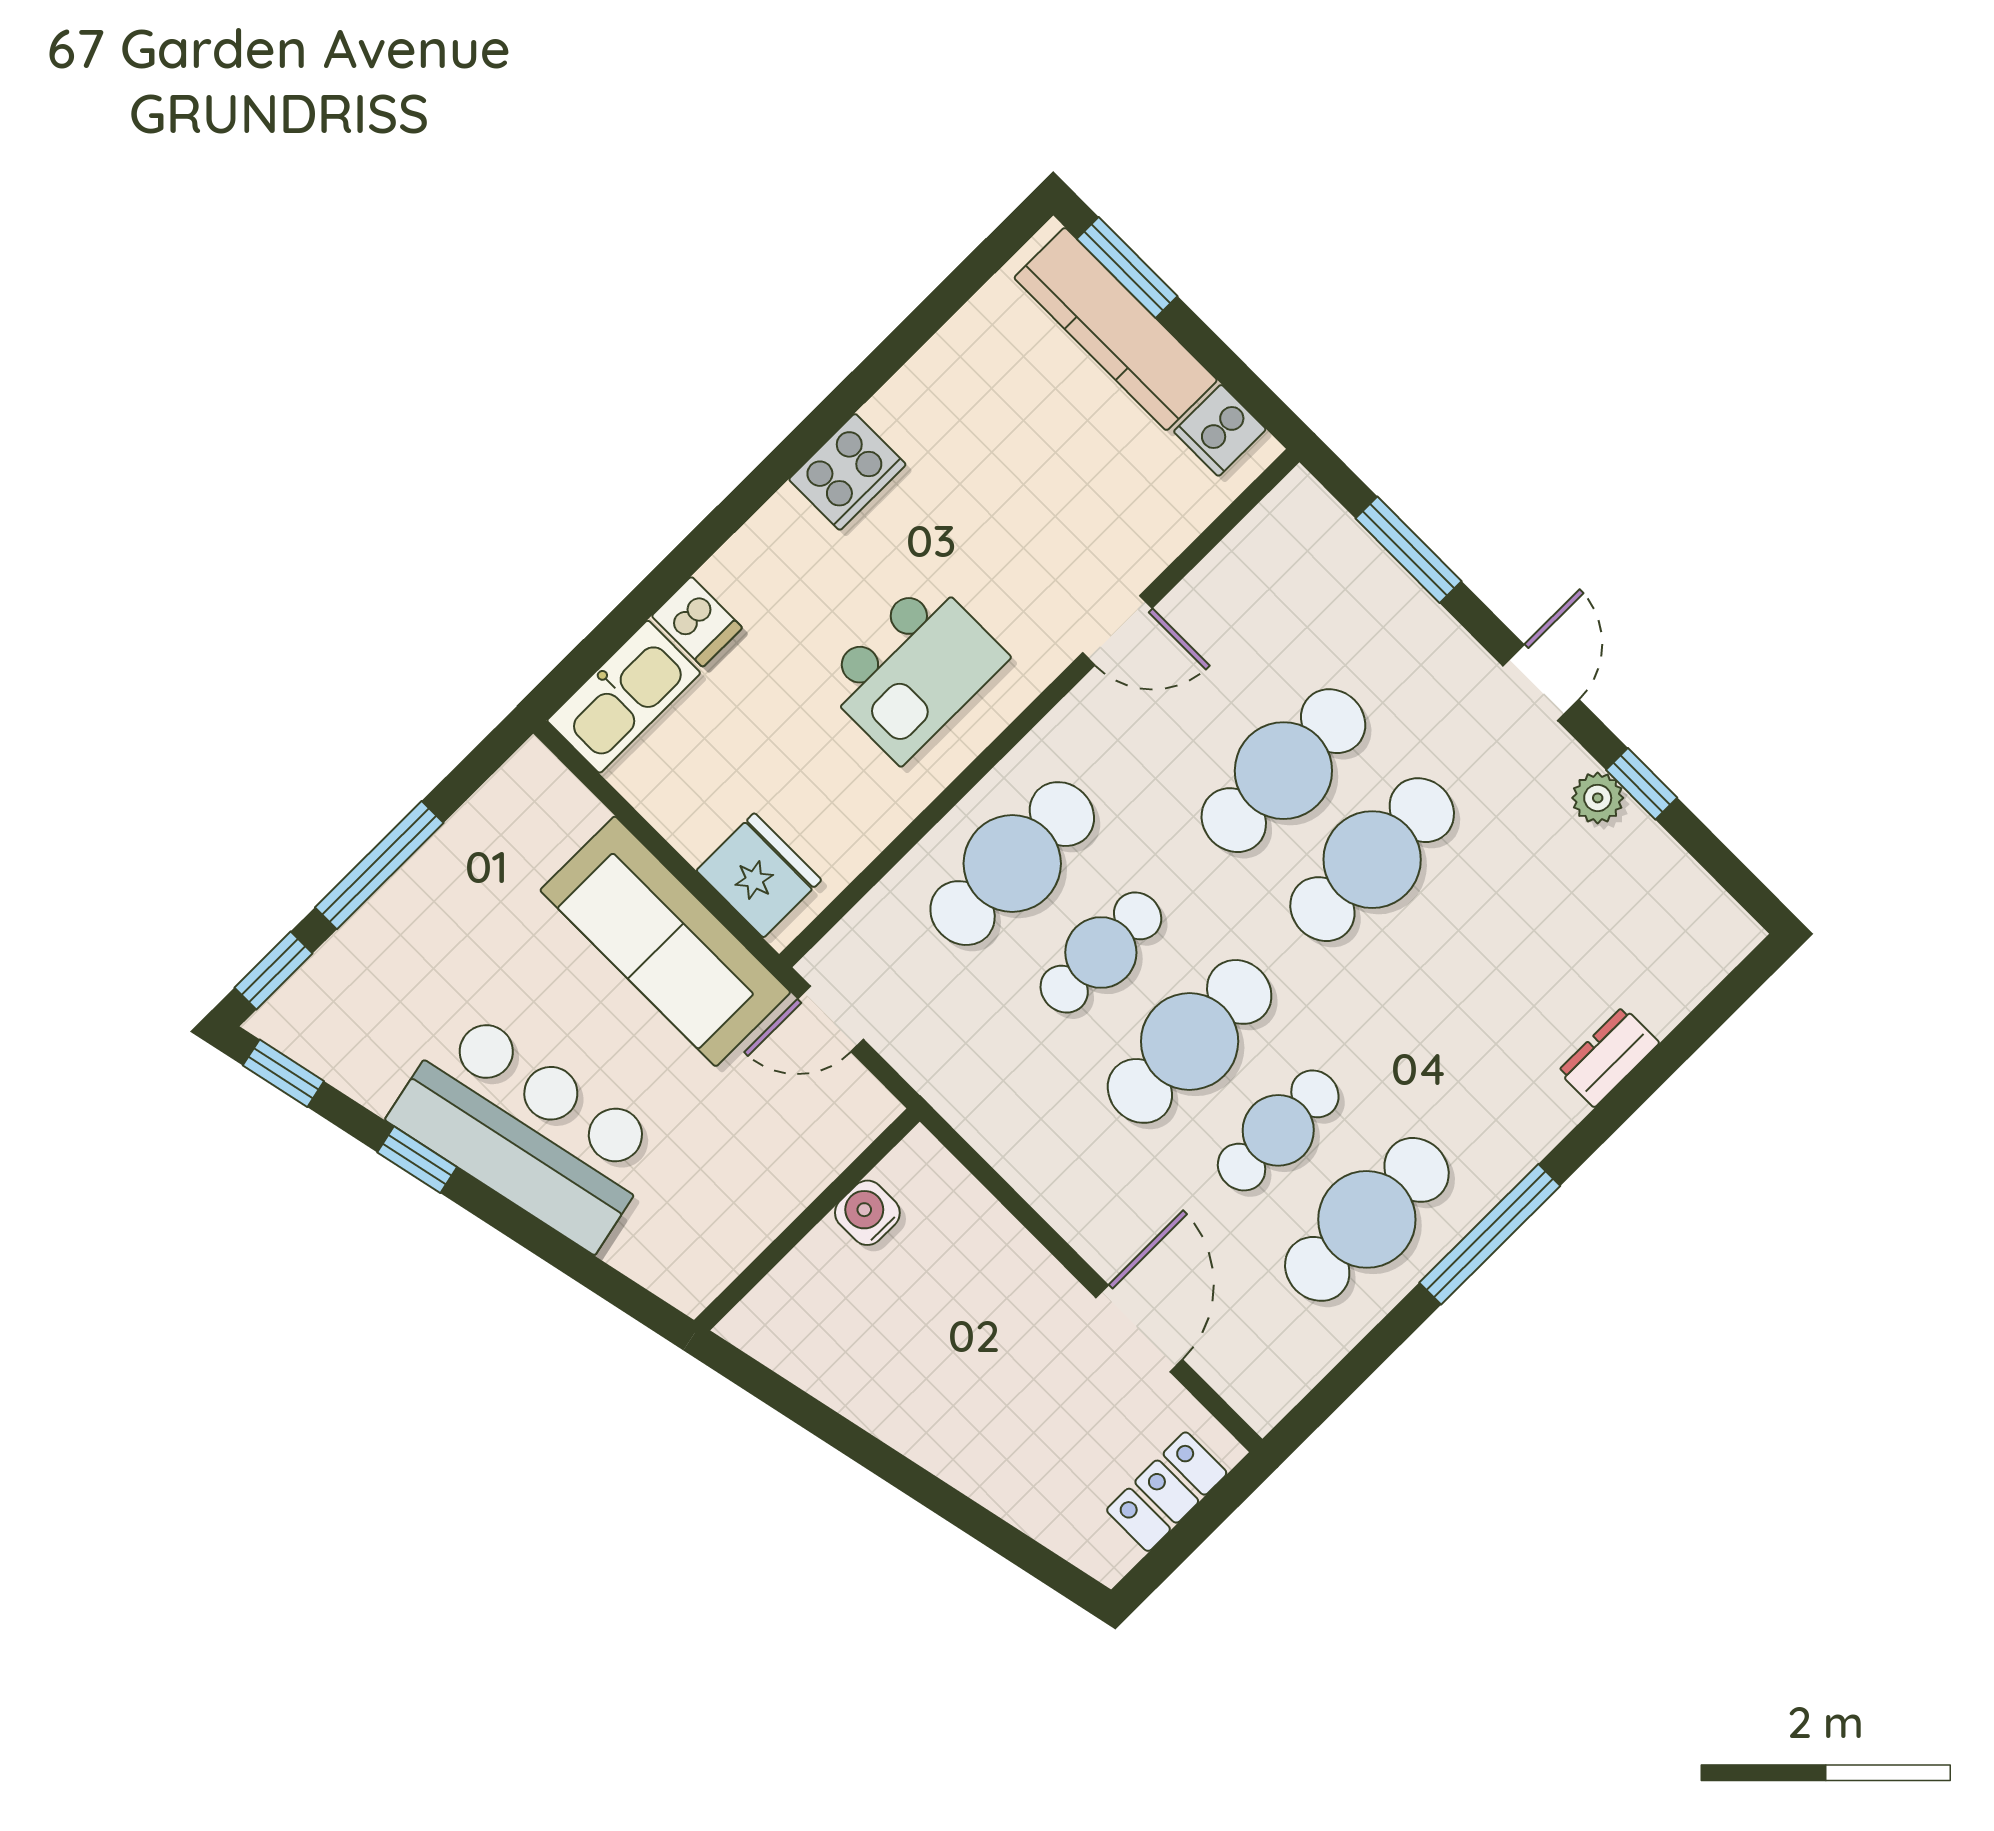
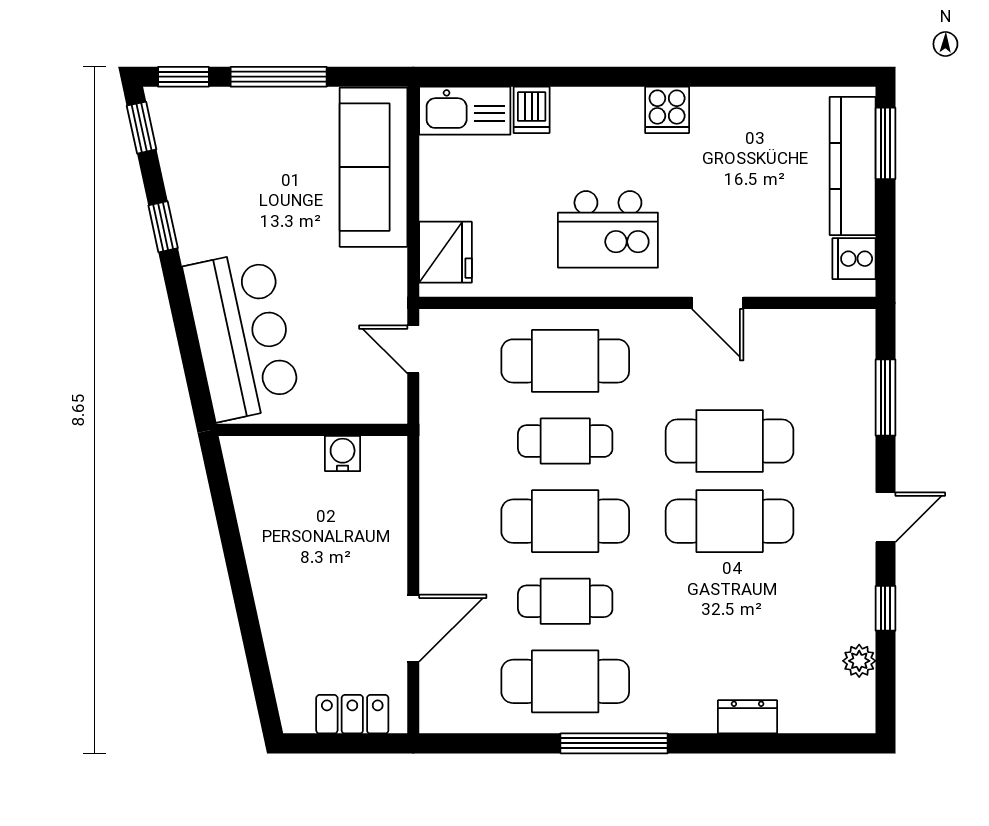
cooker: (847, 472) -> (667, 110), width x0.73
plant: (1598, 798) -> (859, 661), moved
sofa: (665, 941) -> (373, 167), moved
bar counter: (527, 1129) -> (242, 335), moved

